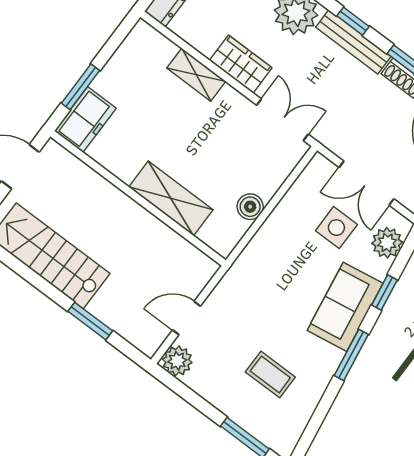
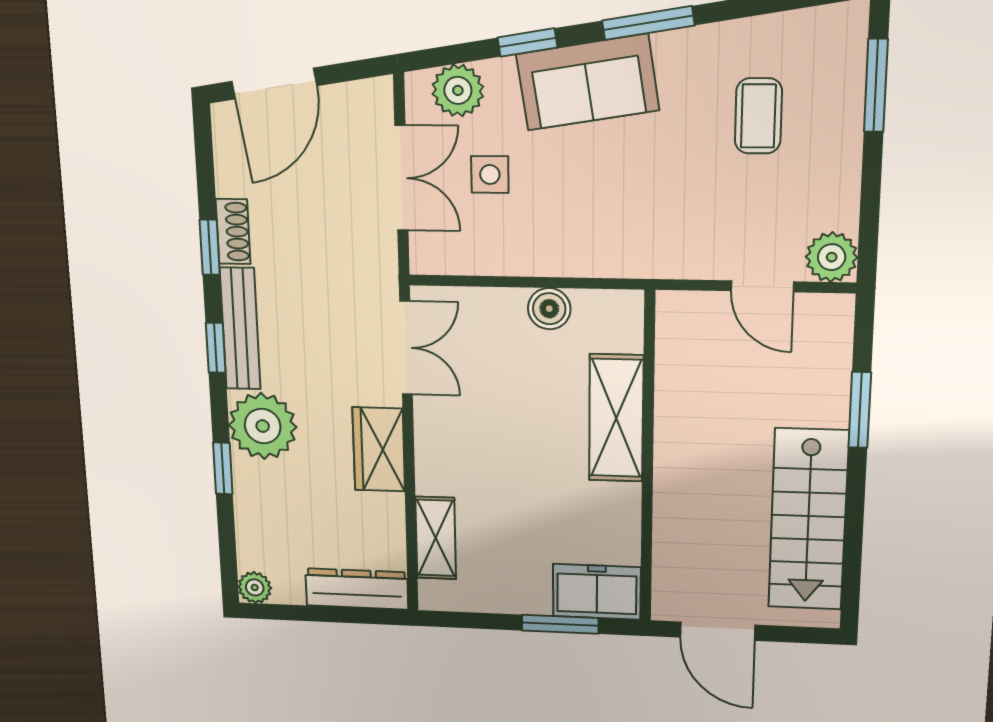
shelving: (196, 75) -> (436, 538), moved
double door: (282, 120) -> (406, 348), swing flipped
side table: (336, 228) -> (490, 174), width x0.73, depth x0.73

